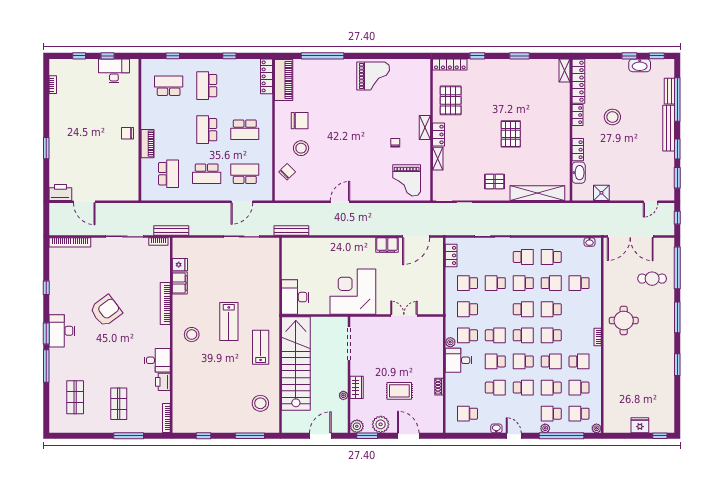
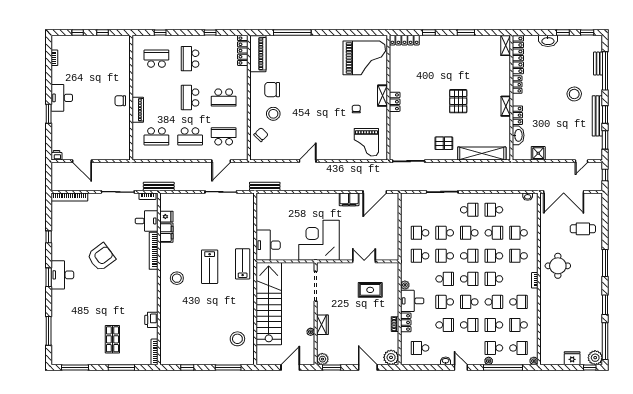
washbasin: (640, 65) -> (548, 41), moved
desk: (114, 71) -> (62, 98), moved, turned -90
grand piano: (373, 76) -> (364, 58), moved, width x1.37, depth x1.48
pallet: (451, 100) -> (405, 72), removed
stool: (612, 117) -> (574, 94), moved
chair: (300, 121) -> (272, 90), turned 180
bench: (669, 128) -> (597, 116), moved
shelving: (438, 159) -> (506, 106), moved
school desk: (169, 174) -> (156, 136), turned 90
printer: (60, 193) -> (56, 155), width x0.53, depth x0.68
locker: (451, 255) -> (406, 322), moved
window: (677, 268) -> (605, 341), moved
school desk: (579, 309) -> (518, 256), added
school desk: (467, 335) -> (445, 256), moved
lab bench: (261, 347) -> (243, 264), moved
desk: (157, 360) -> (147, 221), moved
window: (46, 366) -> (49, 331), moved
rug: (399, 391) -> (370, 290), moved
shop shelf: (75, 397) -> (74, 333), removed
school desk: (579, 414) -> (518, 348), turned 180
plant: (381, 424) -> (391, 357), moved
plant: (666, 425) -> (595, 358), added
window: (76, 436) -> (75, 368), added

